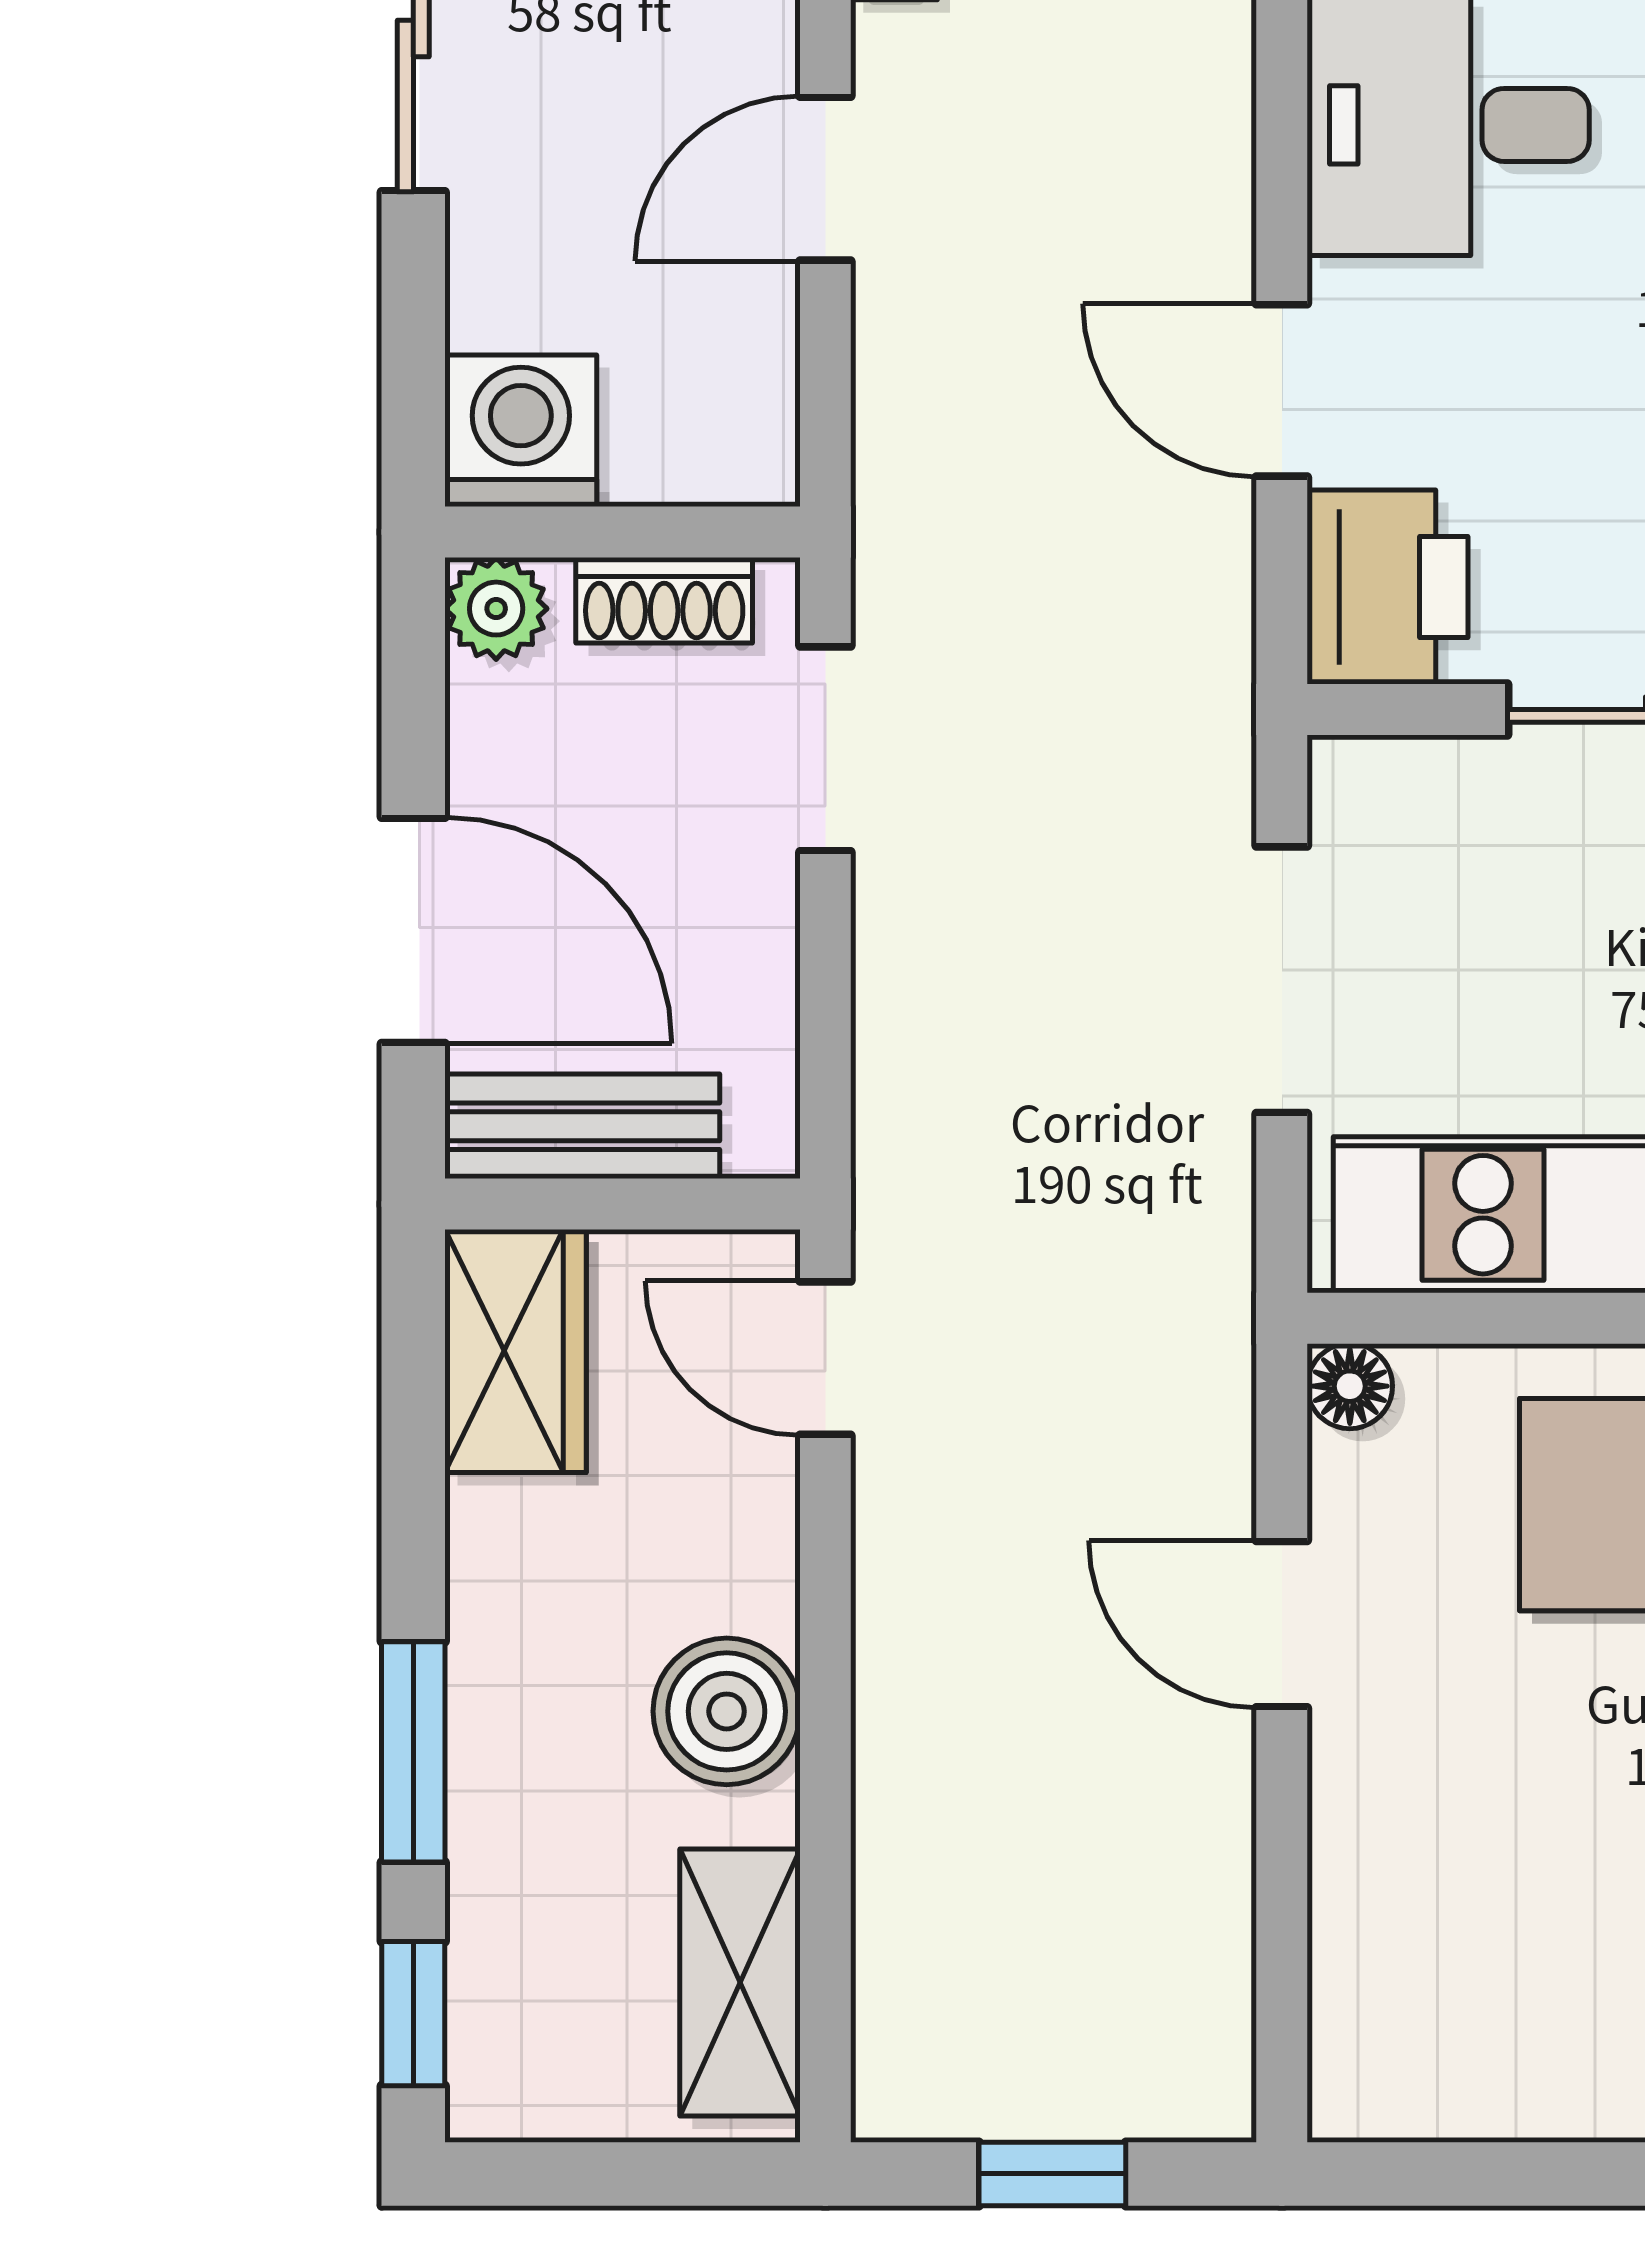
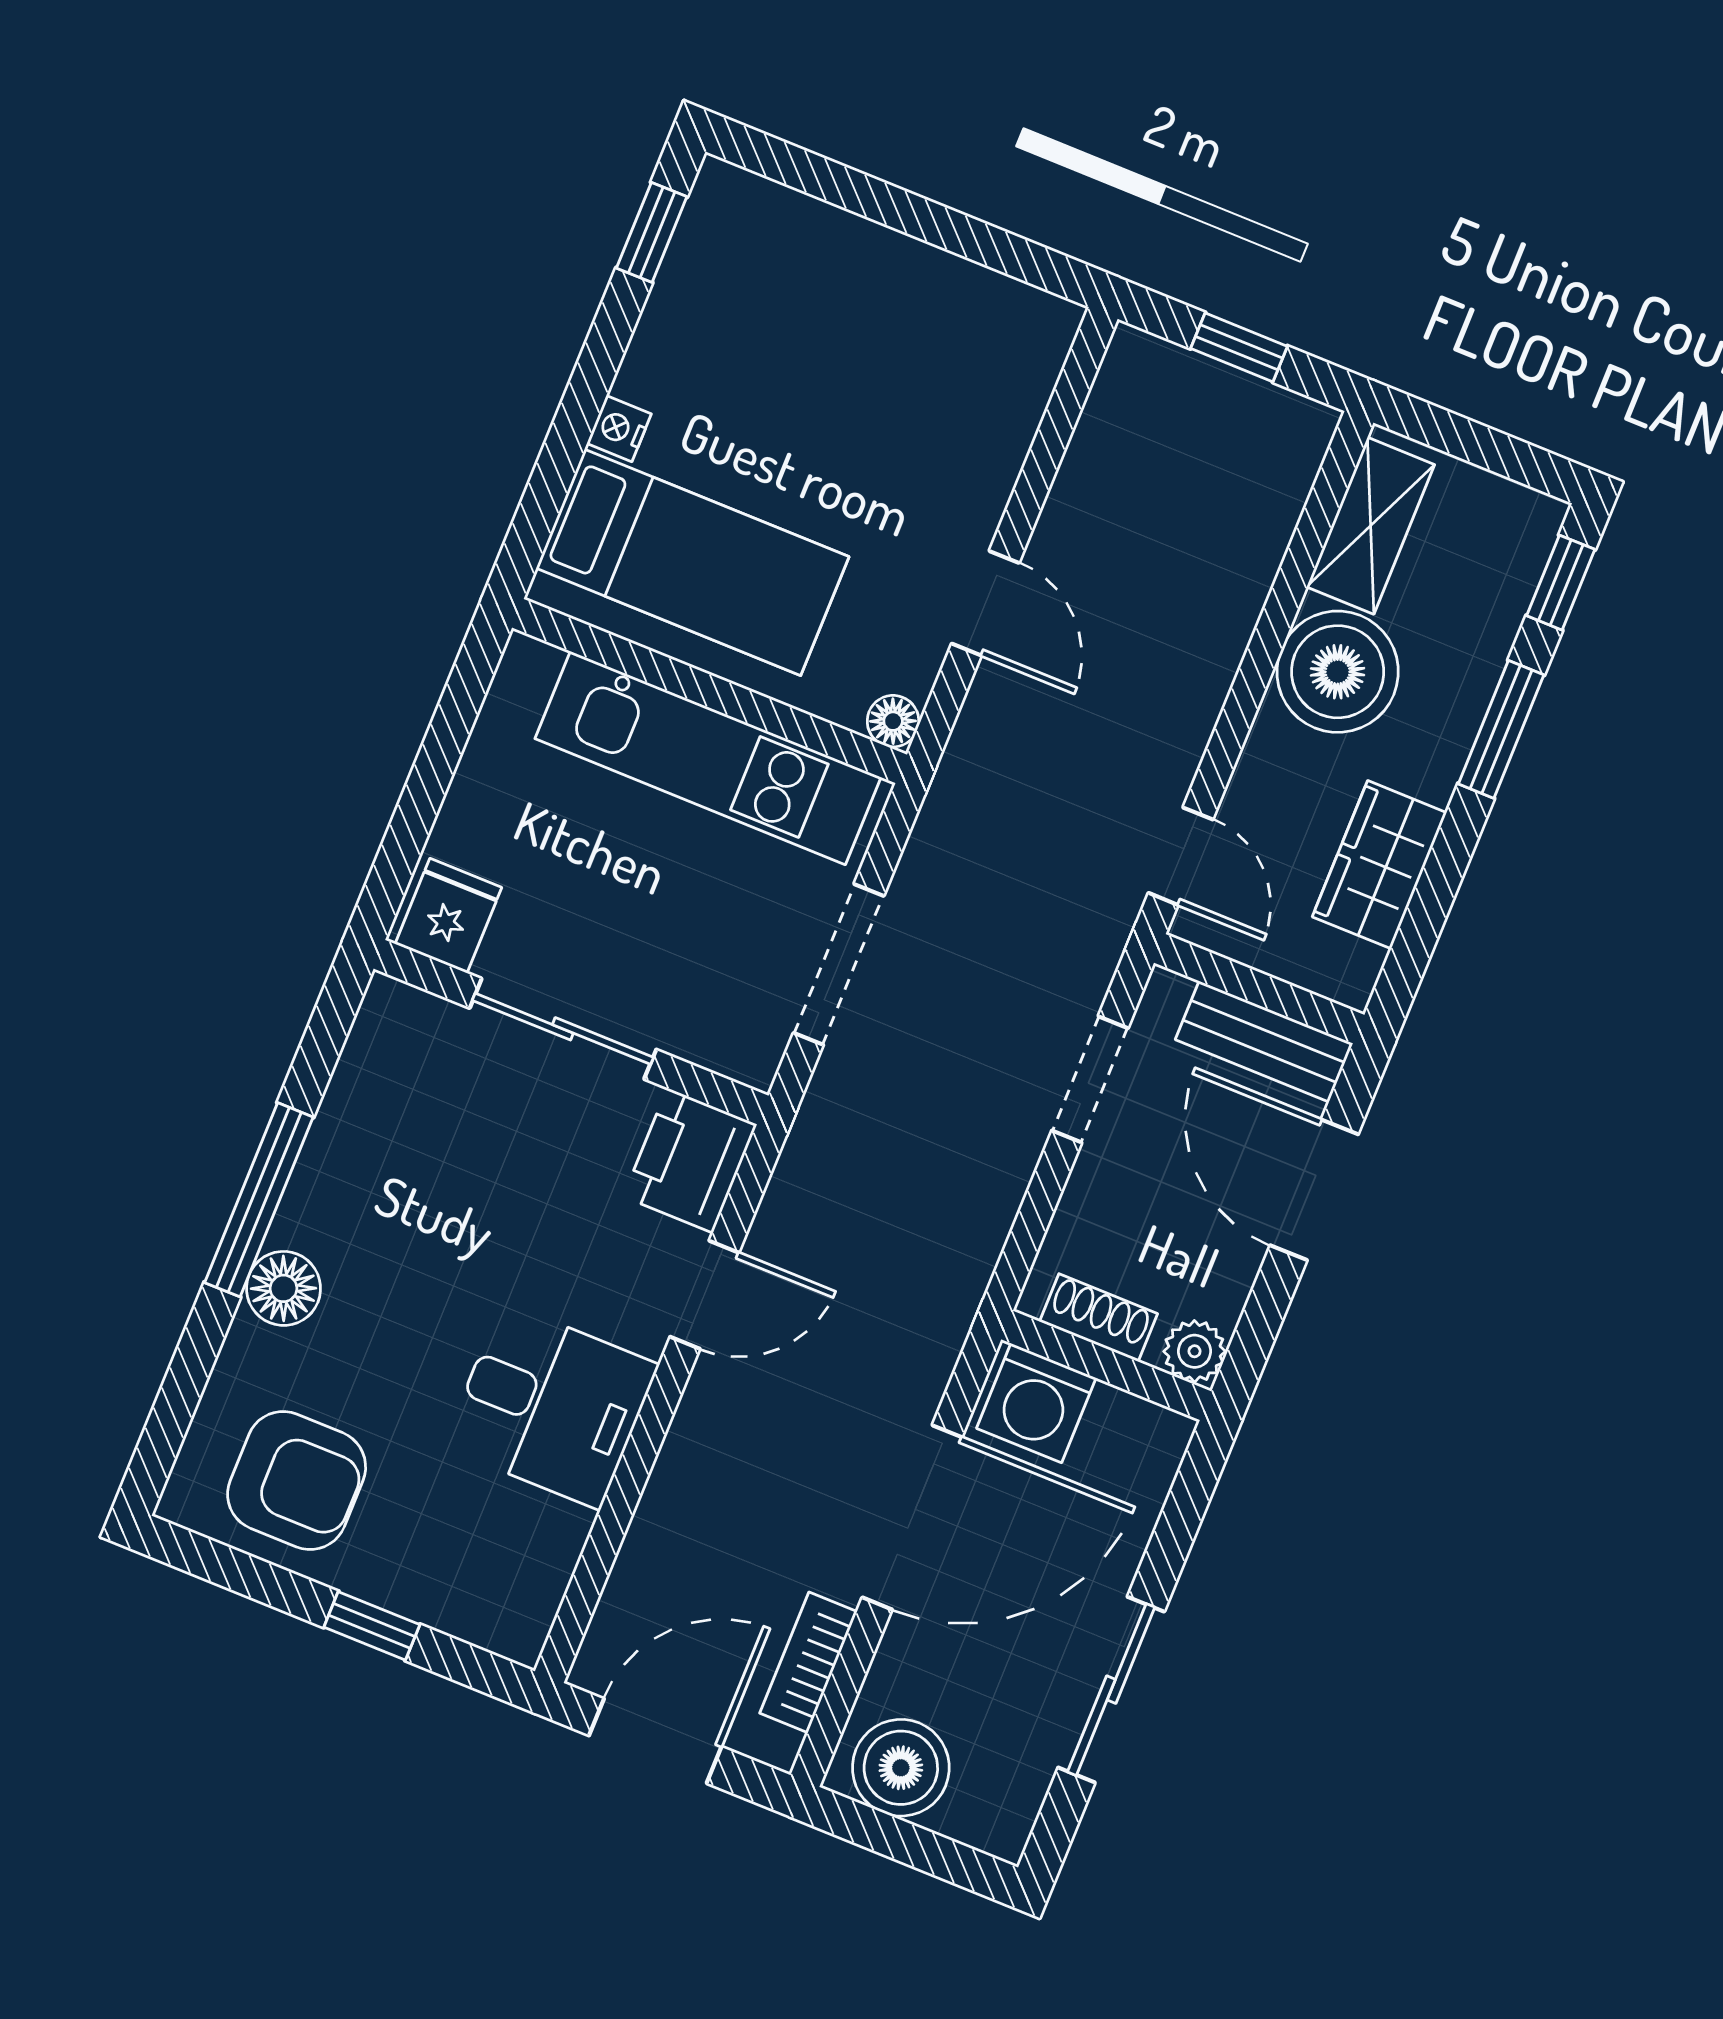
door: (825, 179) -> (912, 1517), width x1.88
door: (1282, 390) -> (705, 1295), hinge flipped
washing machine: (521, 431) -> (1036, 1403), moved
doorway: (825, 749) -> (1090, 1079), moved
wardrobe: (516, 1351) -> (1379, 865), moved
boiler: (727, 1711) -> (1338, 672), width x1.37, depth x1.37

